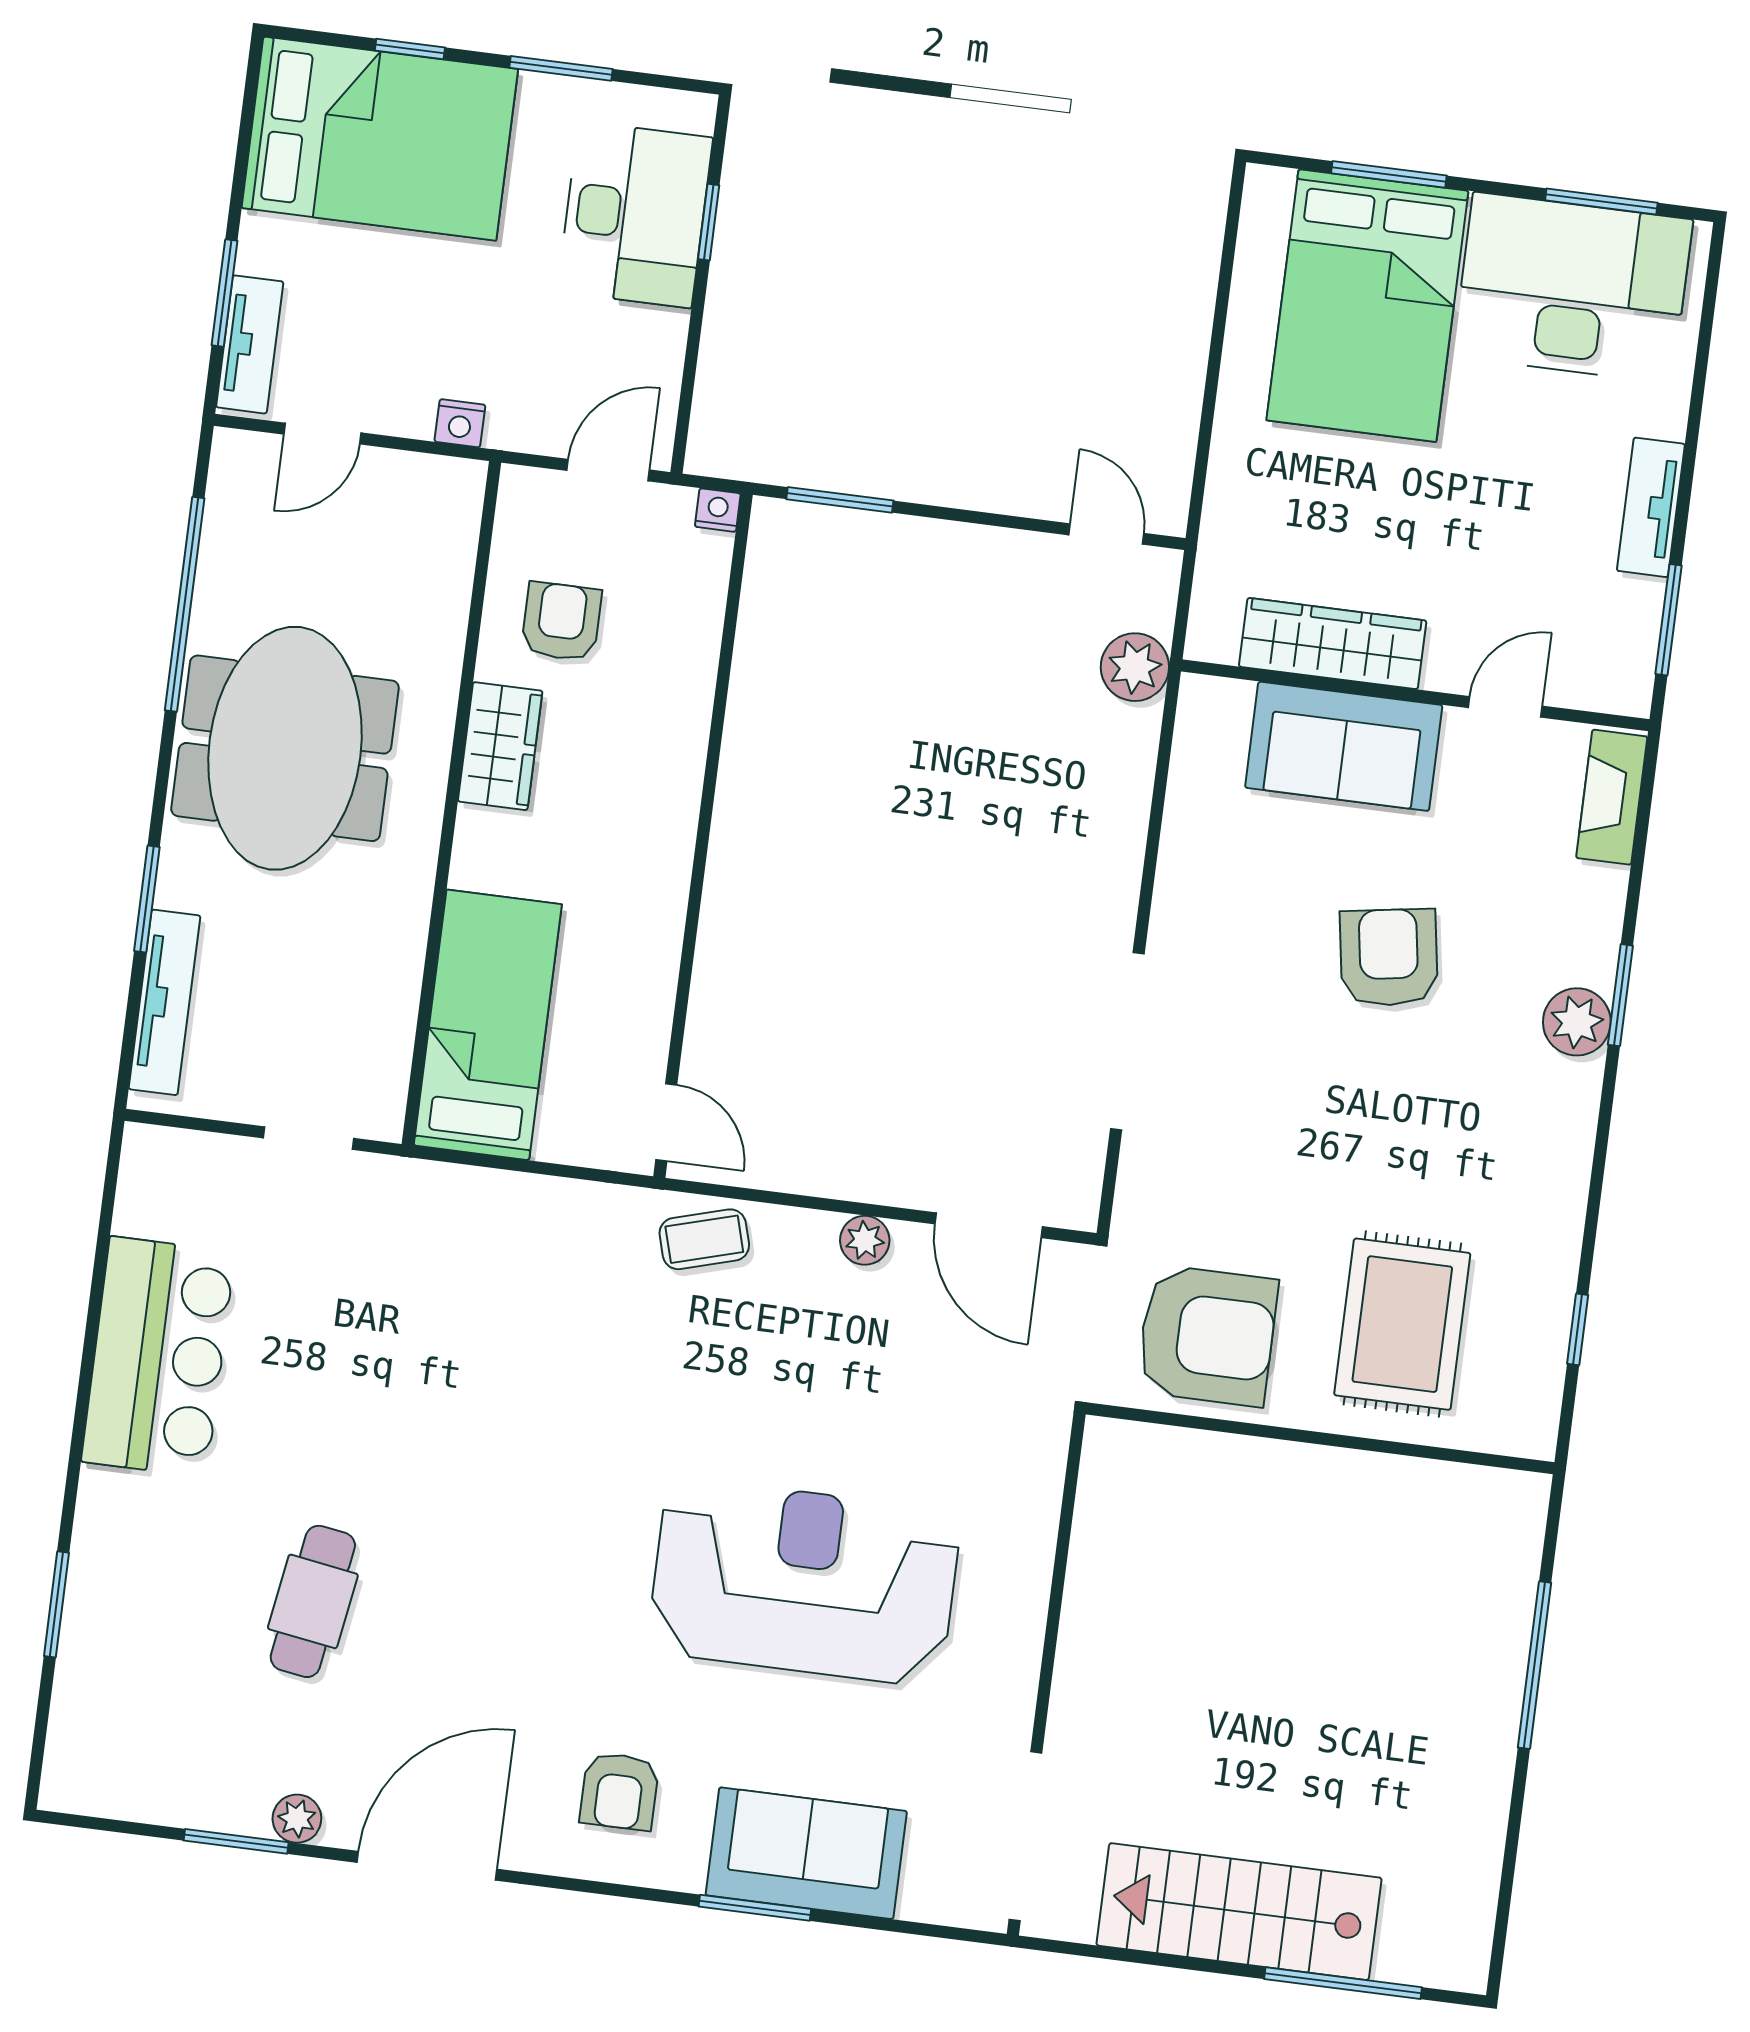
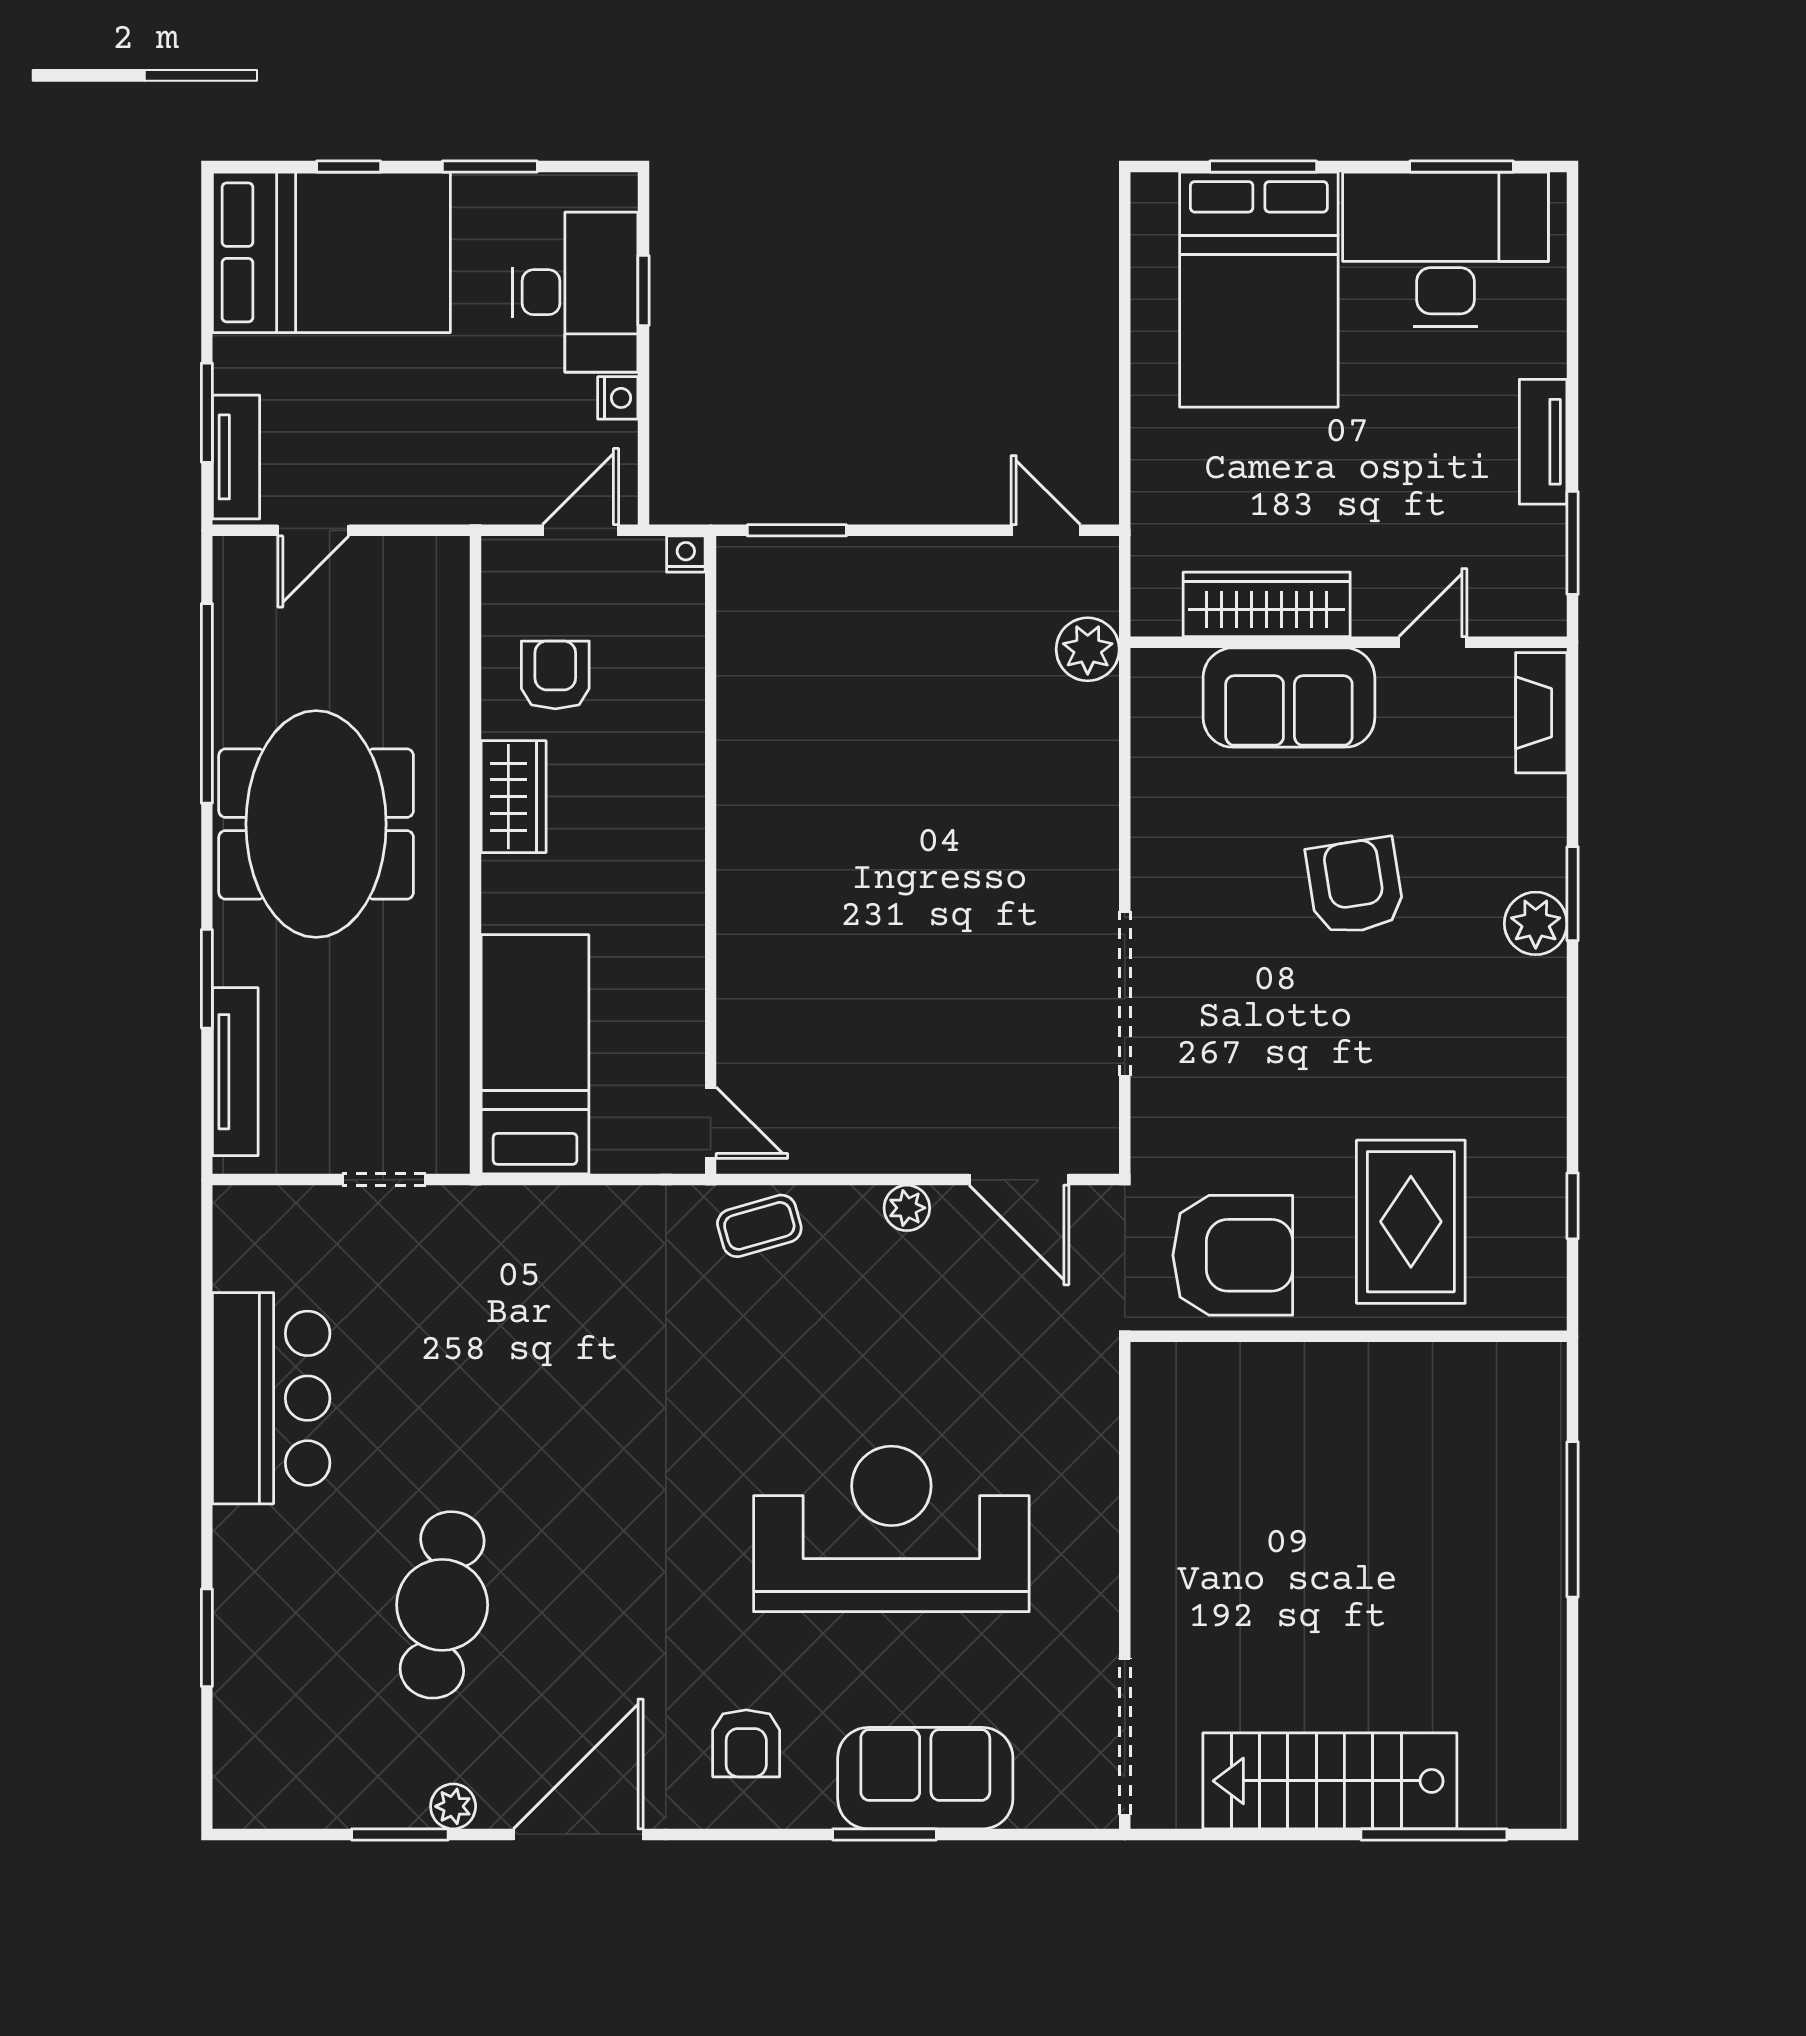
nightstand: (460, 423) -> (618, 398), moved, turned -90
cafe table: (313, 1601) -> (442, 1605), width x1.37, depth x1.35

